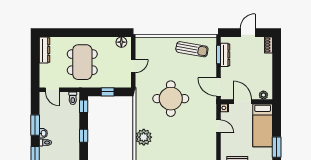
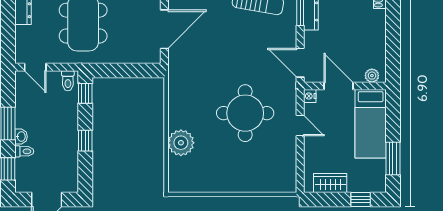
door: (133, 66) -> (164, 29), width x1.88
window: (108, 92) -> (123, 71), removed
round table: (171, 99) -> (245, 113), moved

